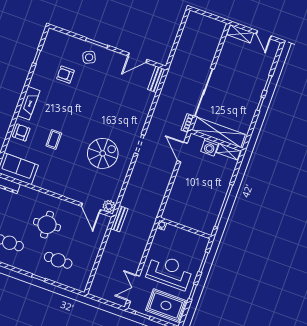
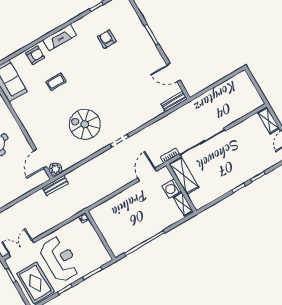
side table: (89, 57) -> (136, 41), removed
shelving: (219, 132) -> (184, 176), width x0.68
spiral stairs: (103, 153) -> (85, 124), turned 180

